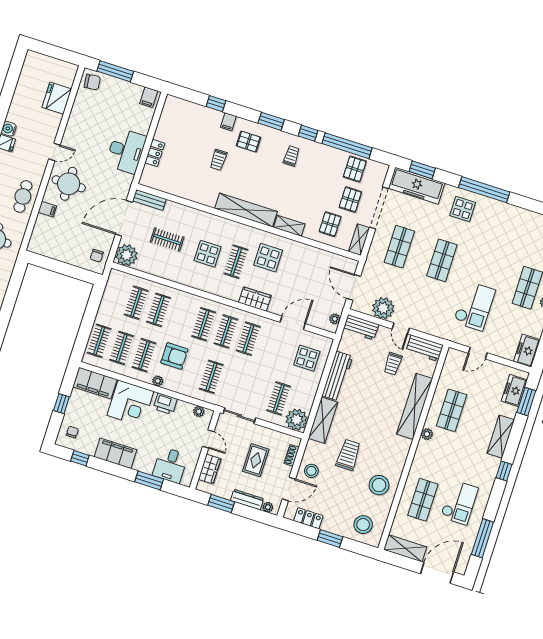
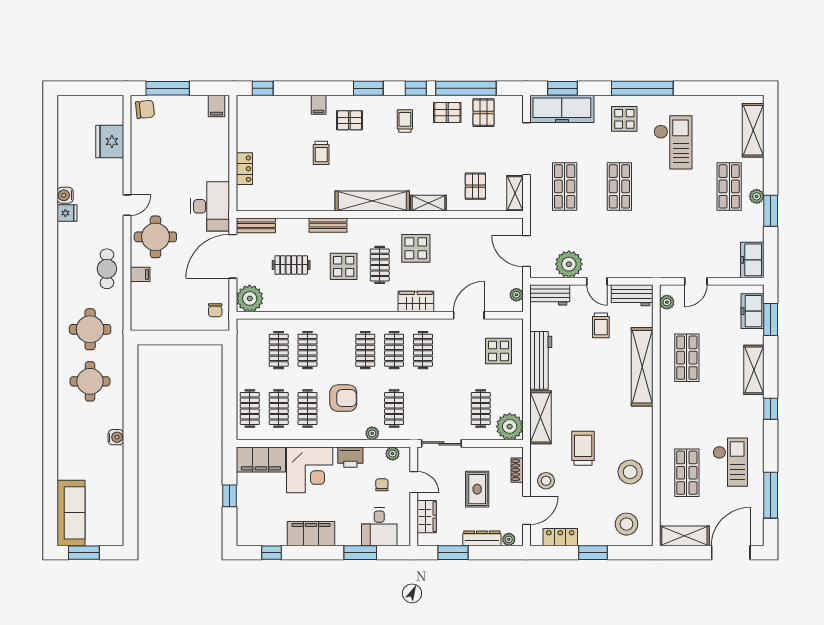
window: (216, 104) -> (263, 88), moved
desk: (126, 151) -> (210, 206), moved
pallet: (350, 200) -> (447, 113), moved, turned 90
bench: (206, 218) -> (328, 225), added
checkout: (474, 306) -> (673, 142), moved
plant: (158, 381) -> (372, 433), moved
chair: (72, 432) -> (382, 485), moved
plant: (427, 434) -> (667, 302), moved

